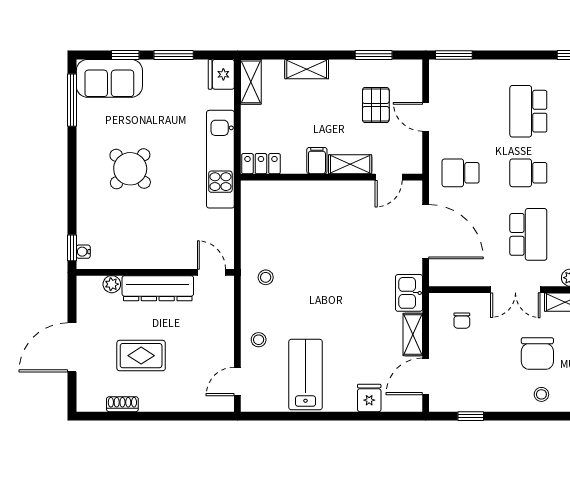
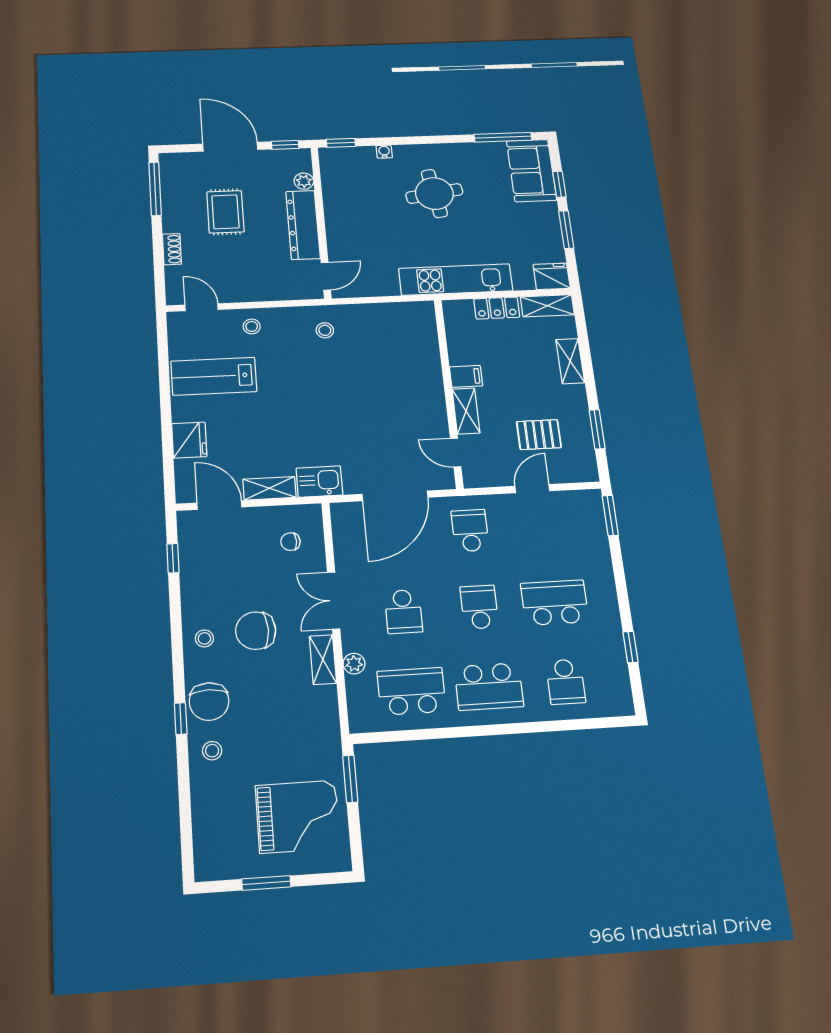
locker: (261, 164) -> (497, 308), moved, turned 90
round table: (130, 169) -> (434, 193), turned 37
school desk: (528, 234) -> (403, 611), width x0.54
water cooler: (83, 252) -> (384, 152), moved
window: (72, 298) -> (285, 145), added
lab bench: (305, 375) -> (214, 376), turned 180
fridge: (369, 398) -> (189, 440), width x1.38
shoe rack: (122, 404) -> (172, 249), moved
window: (114, 416) -> (155, 189), added

